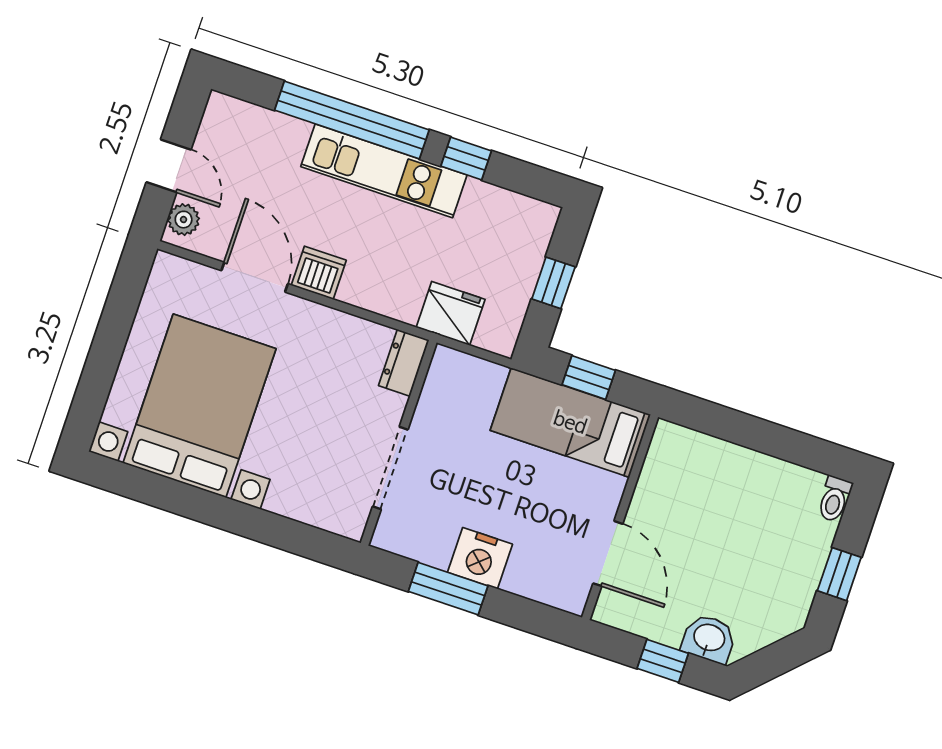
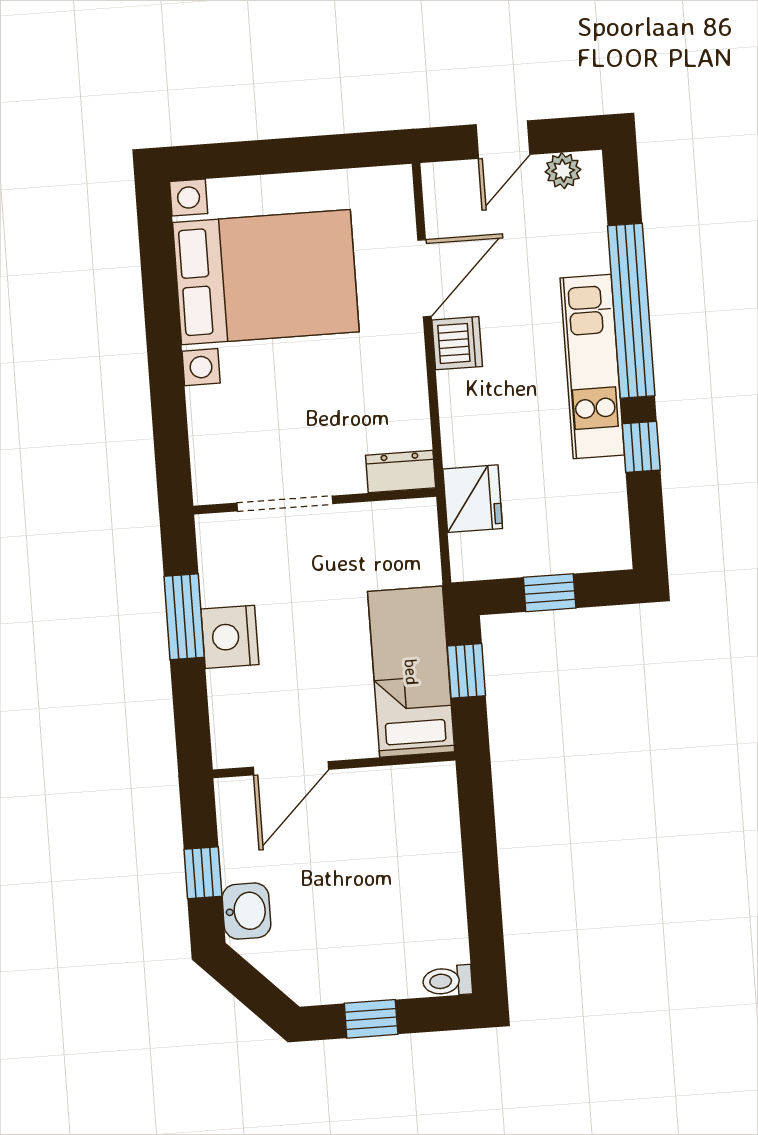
plant: (184, 220) -> (563, 171), moved

